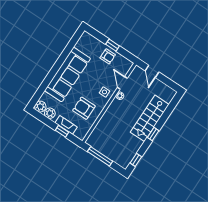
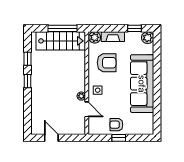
door: (152, 71) -> (51, 138), moved
plant: (50, 113) -> (95, 37), moved
stairs: (150, 118) -> (61, 41), moved, turned 90
window: (62, 131) -> (135, 28), moved
window: (136, 160) -> (28, 59), moved

